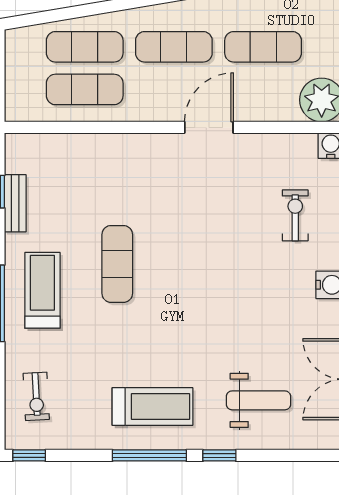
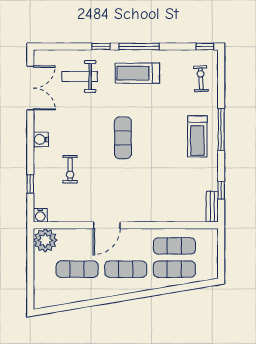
bench: (15, 203) -> (212, 207), moved
exercise bike: (295, 215) -> (70, 169), moved
exercise mat: (117, 264) -> (123, 138), moved

